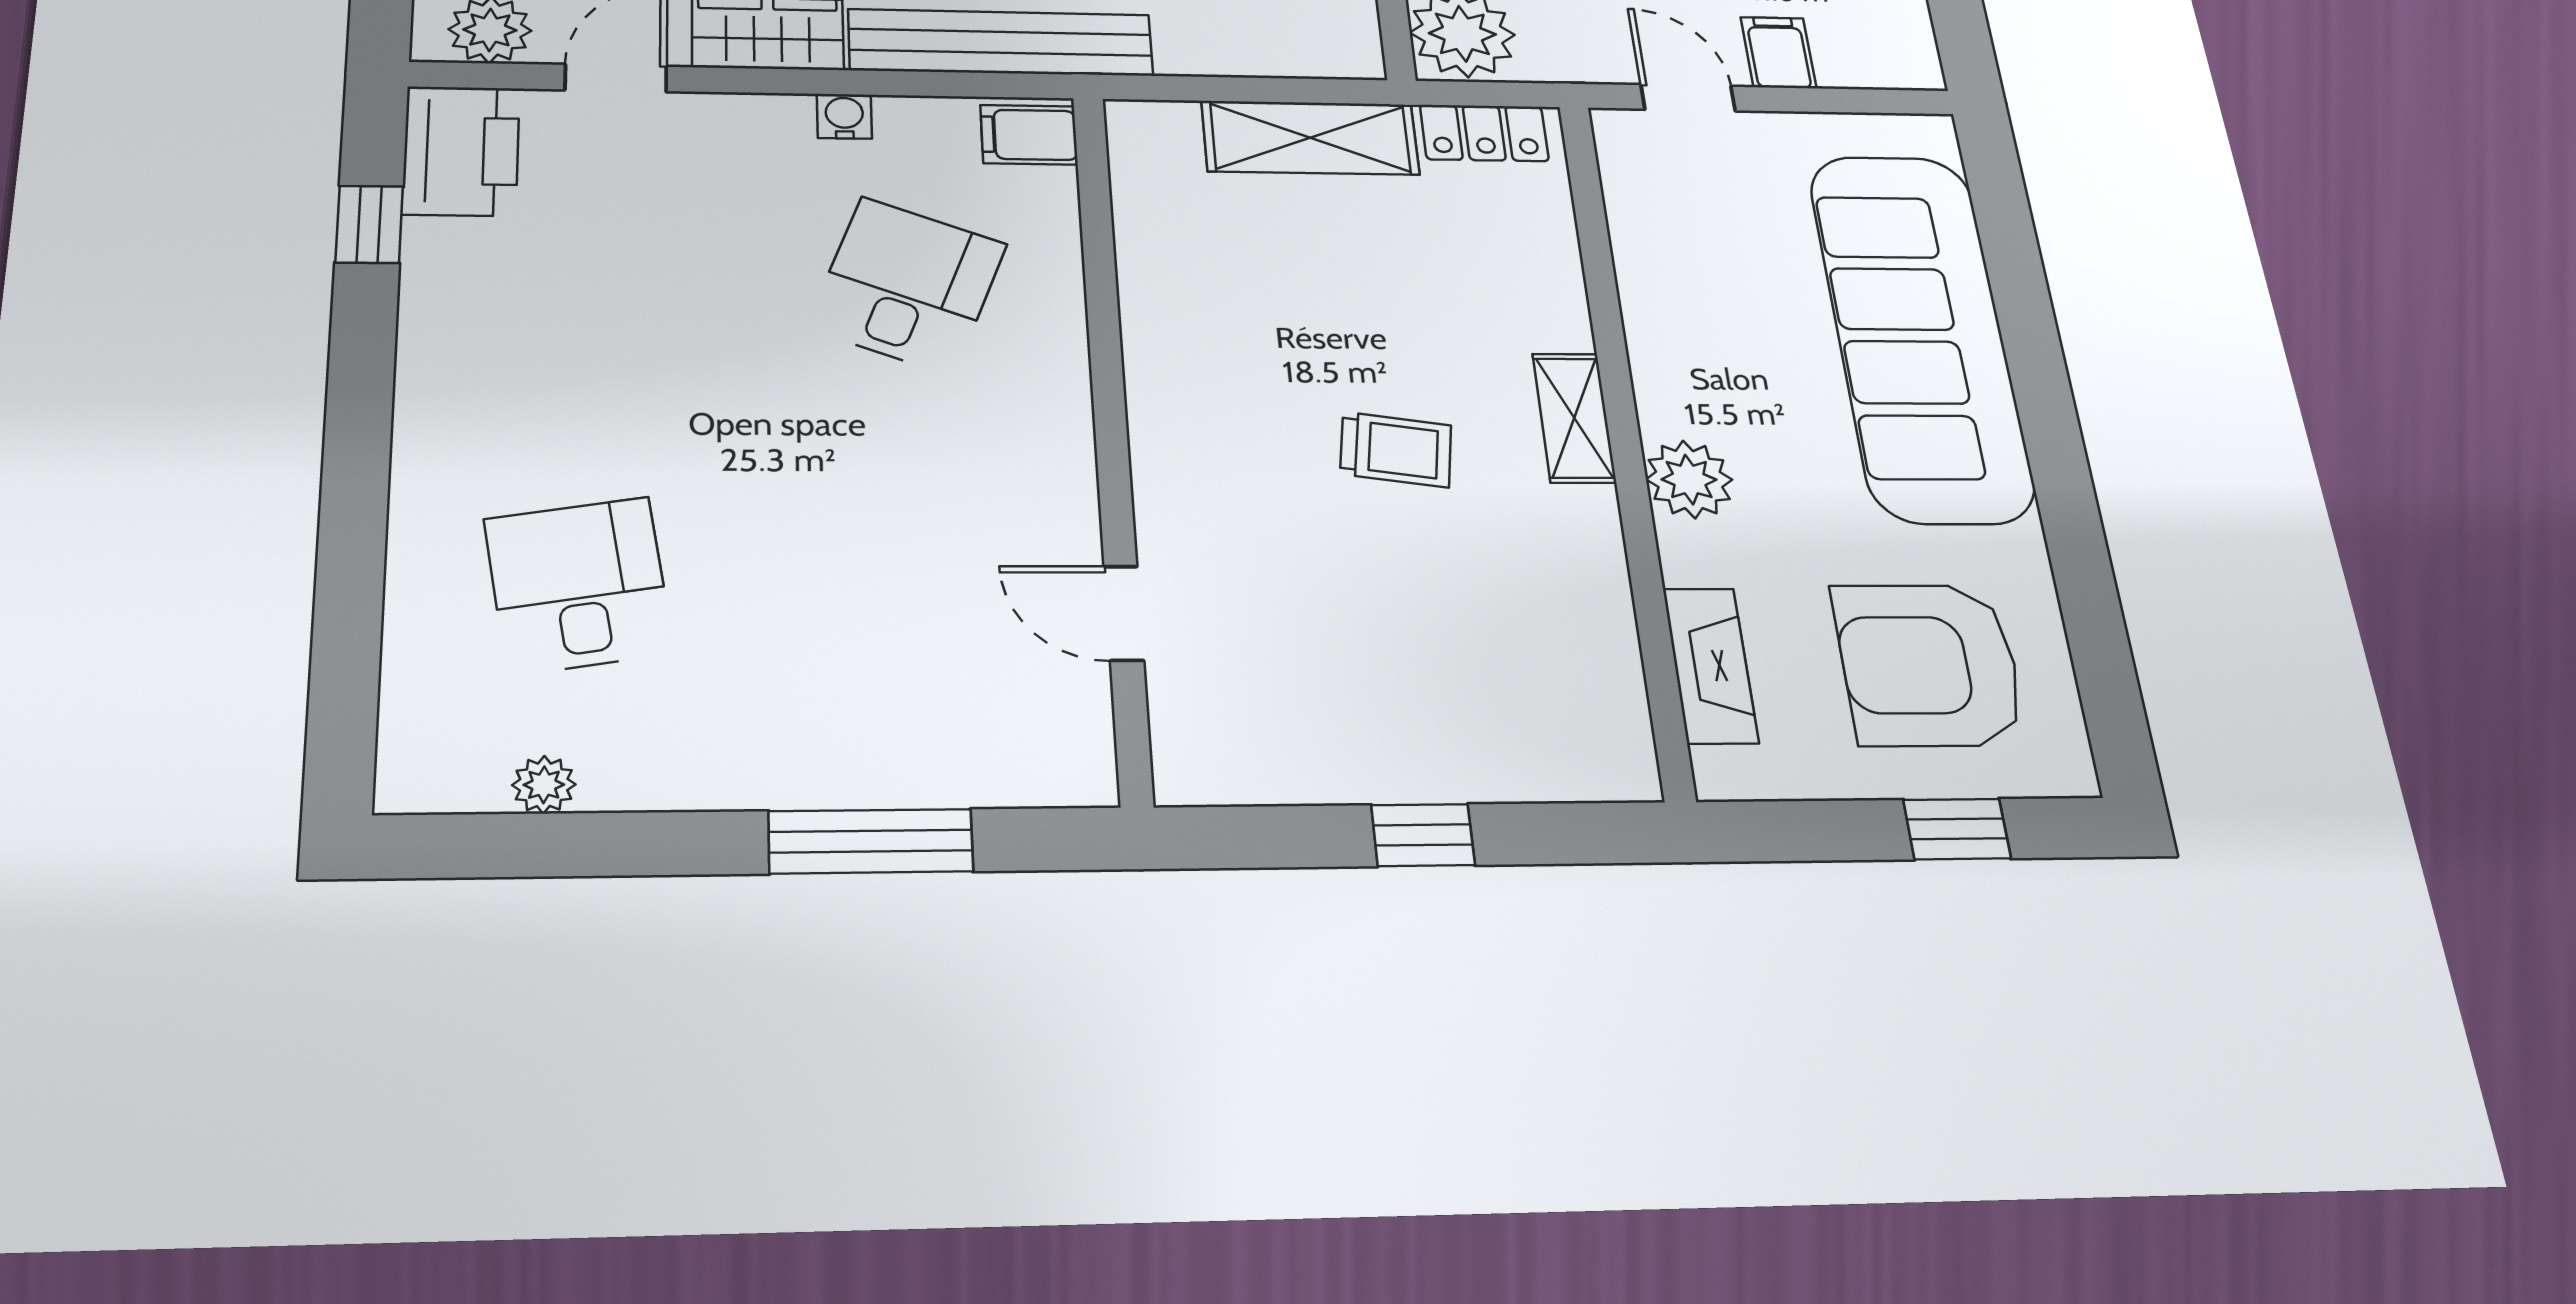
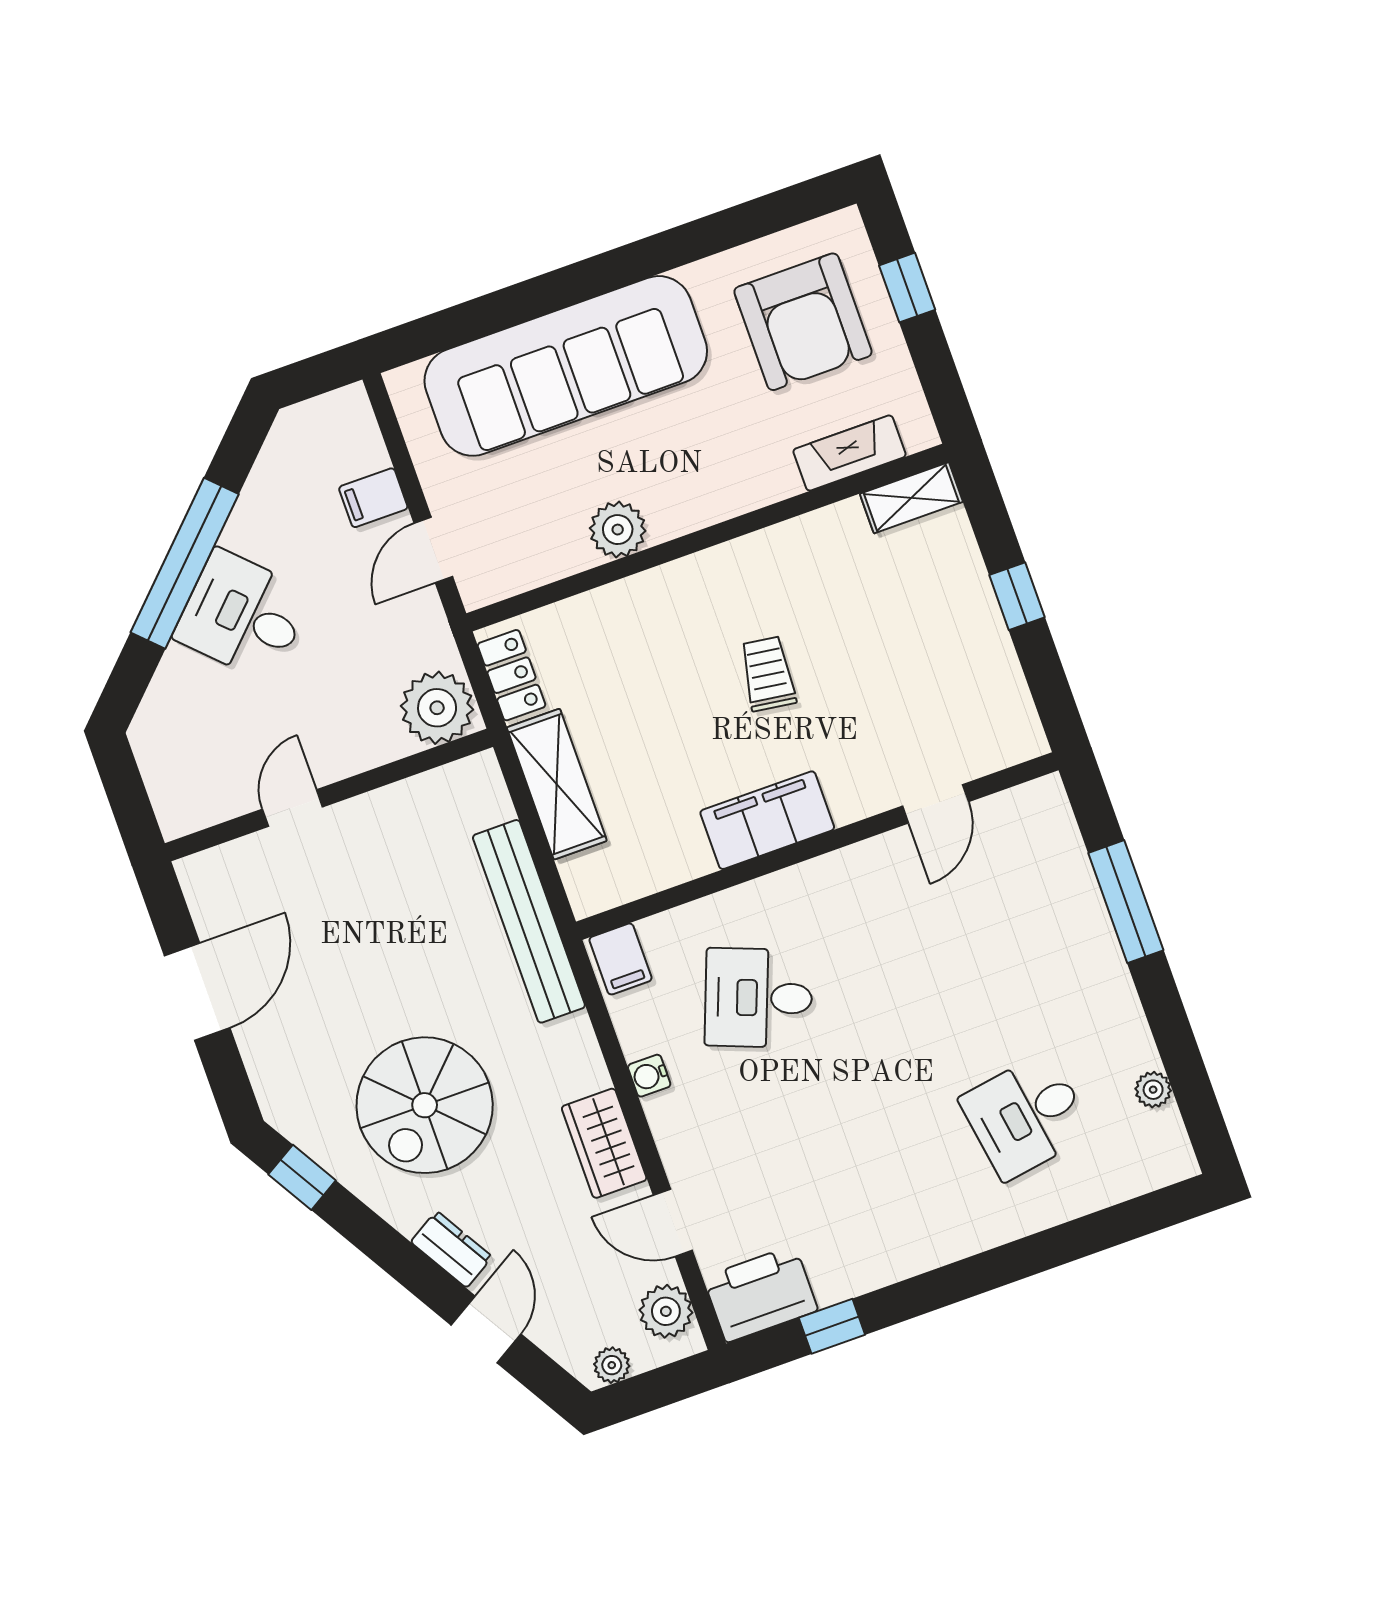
bench: (1001, 42) -> (529, 921), moved
filing cabinet: (1173, 380) -> (767, 820), added
shelving: (1574, 418) -> (911, 498), moved
plant: (1689, 479) -> (618, 530), moved

